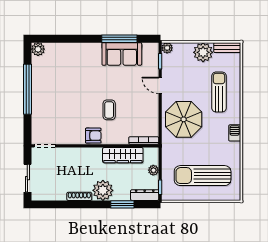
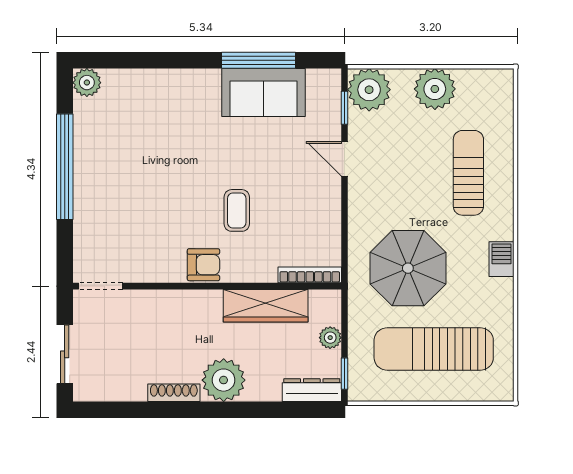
plant: (167, 48) -> (369, 90), width x1.88, depth x1.88
bench: (227, 48) -> (486, 79), removed
parasol: (184, 119) -> (408, 268), moved
window: (122, 204) -> (265, 410), removed

